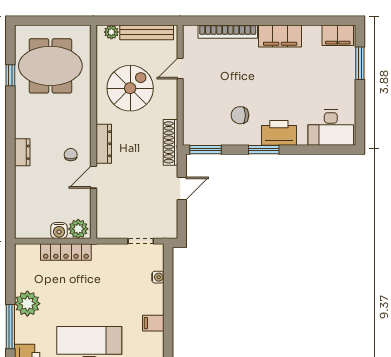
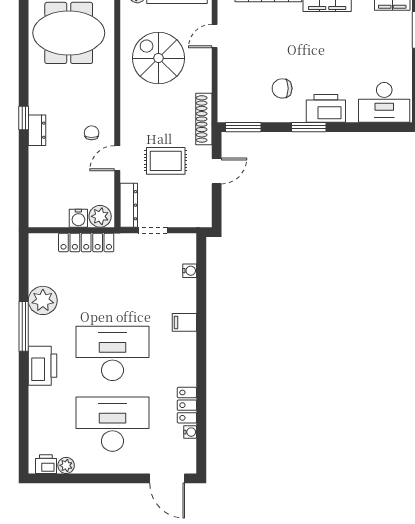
window: (10, 75) -> (24, 118), moved
spiral stairs: (130, 88) -> (158, 58), turned -90
dresser: (104, 144) -> (129, 205), moved
rug: (137, 180) -> (166, 161), added
doorway: (141, 241) -> (153, 230), moved

